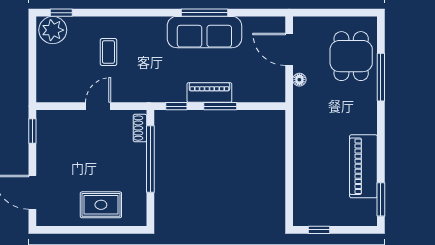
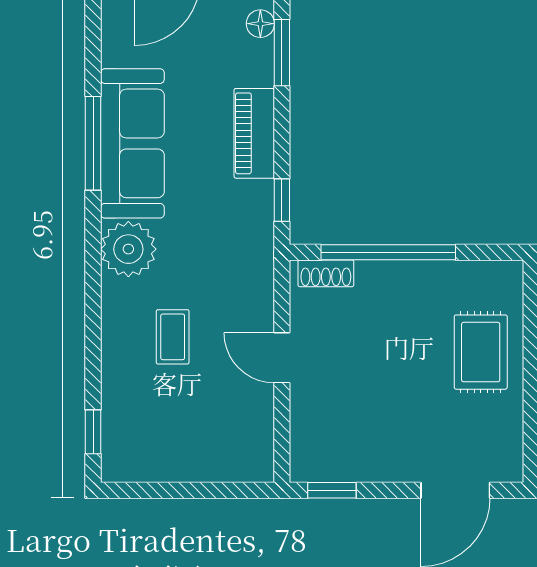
plant: (53, 30) -> (128, 249), moved
coffee table: (108, 52) -> (173, 337), turned 90
floor lamp: (264, 96) -> (260, 24), added
window: (220, 106) -> (282, 53), moved

